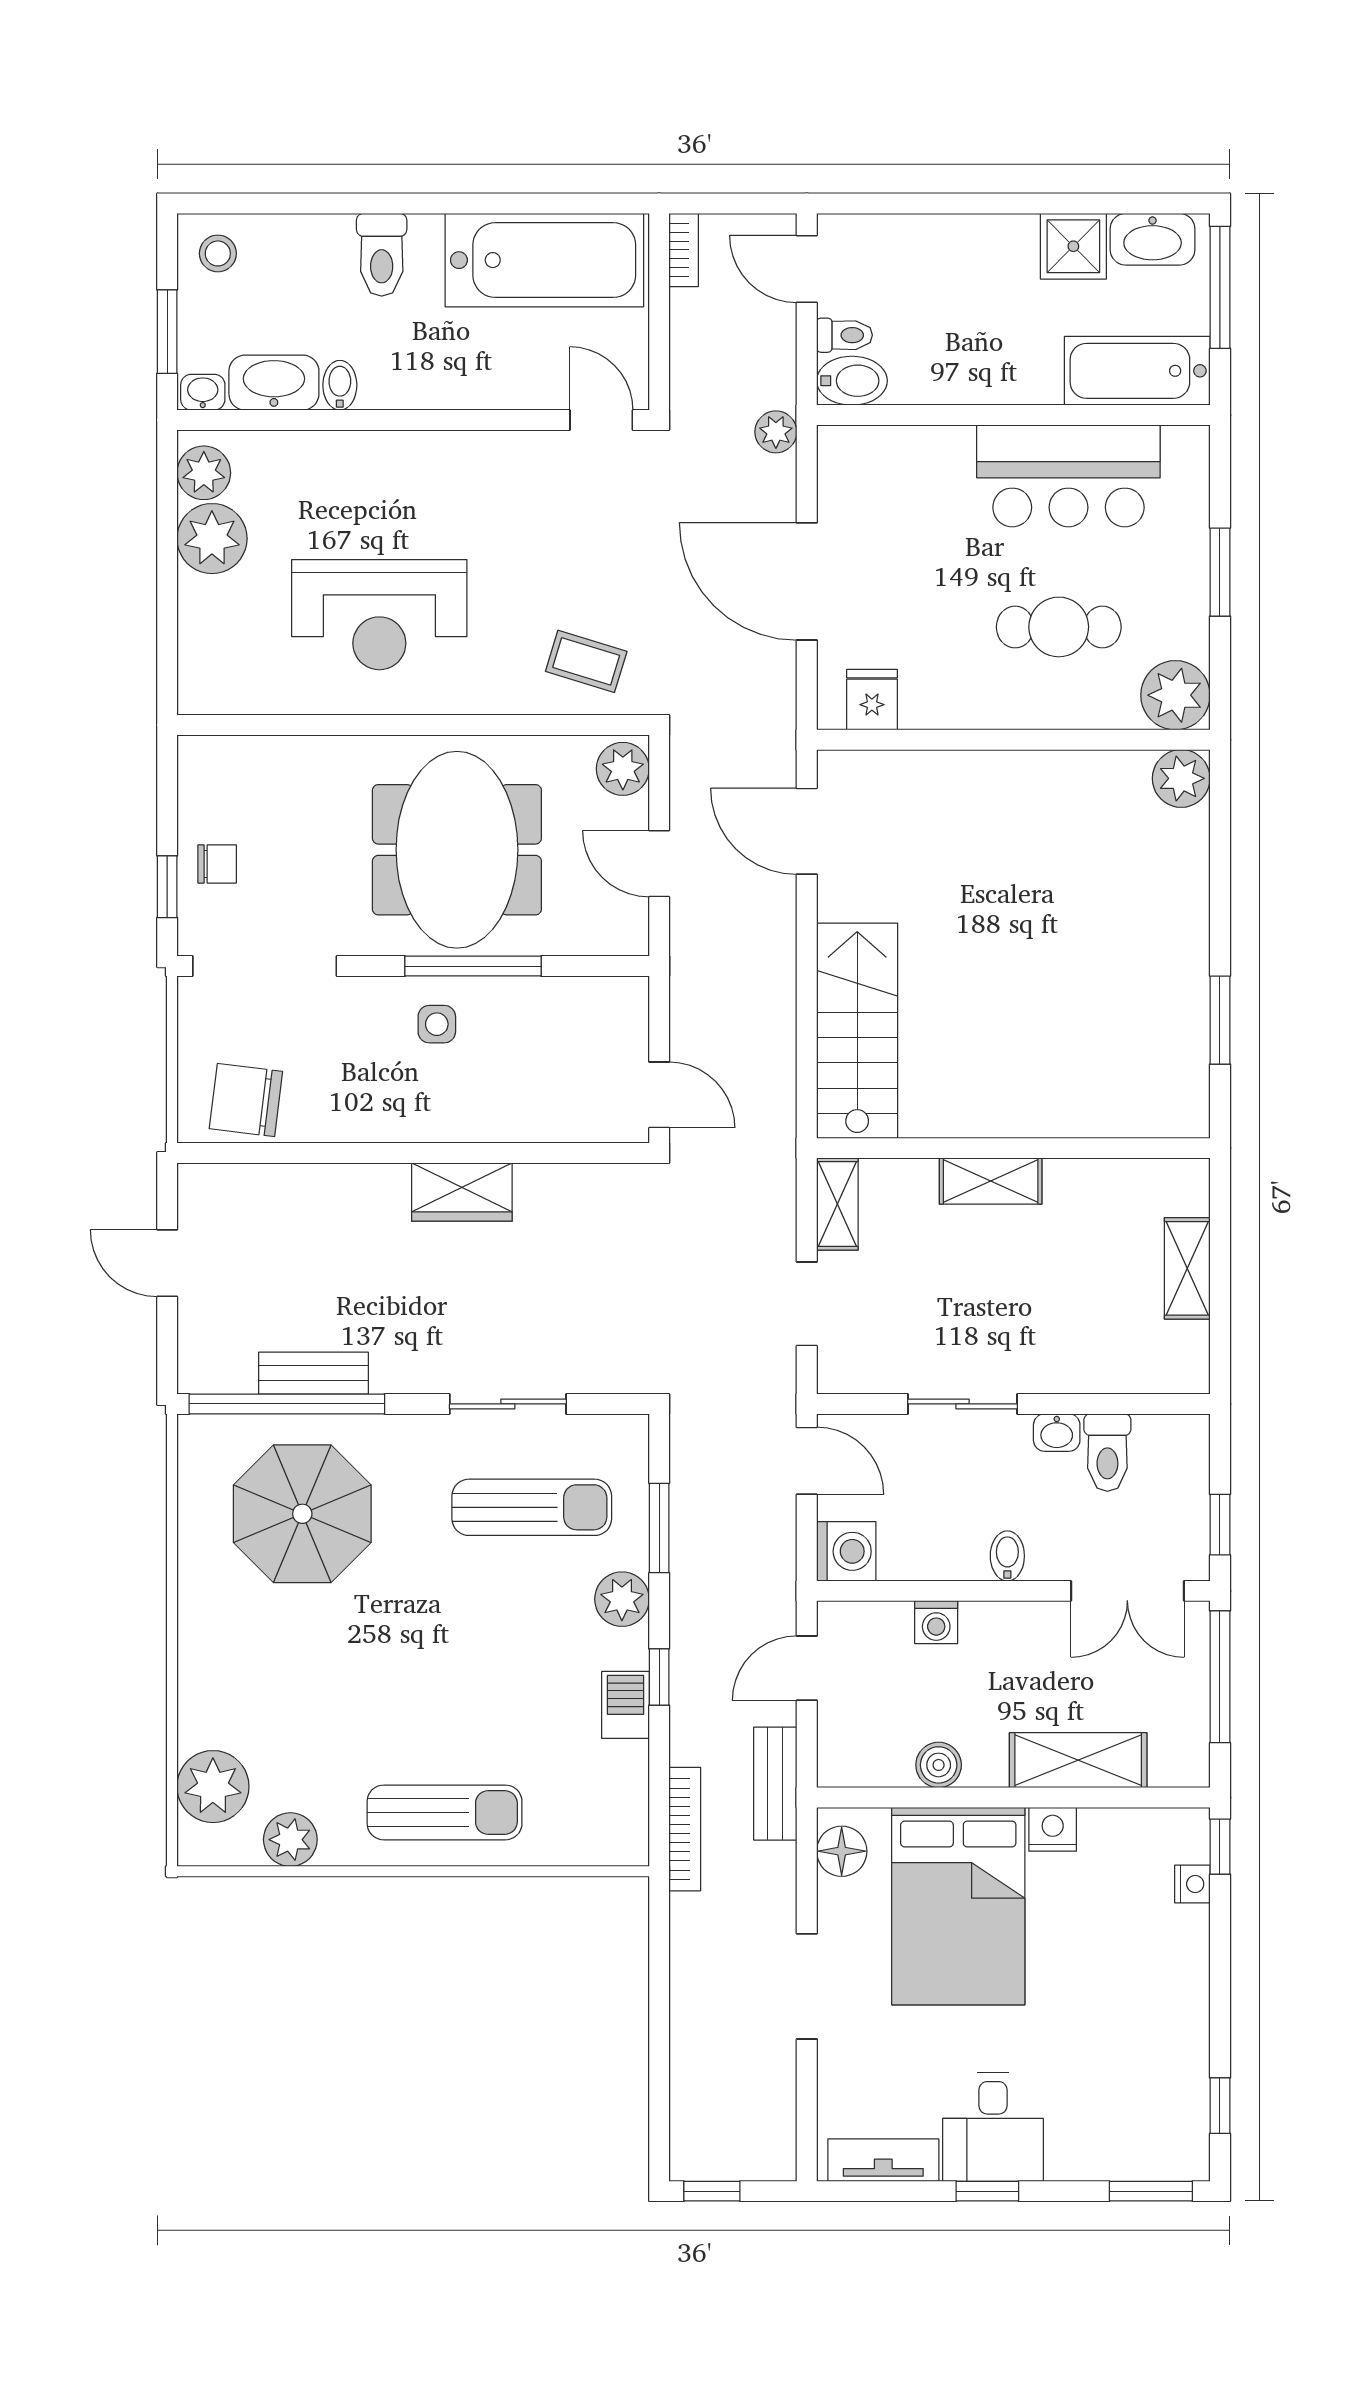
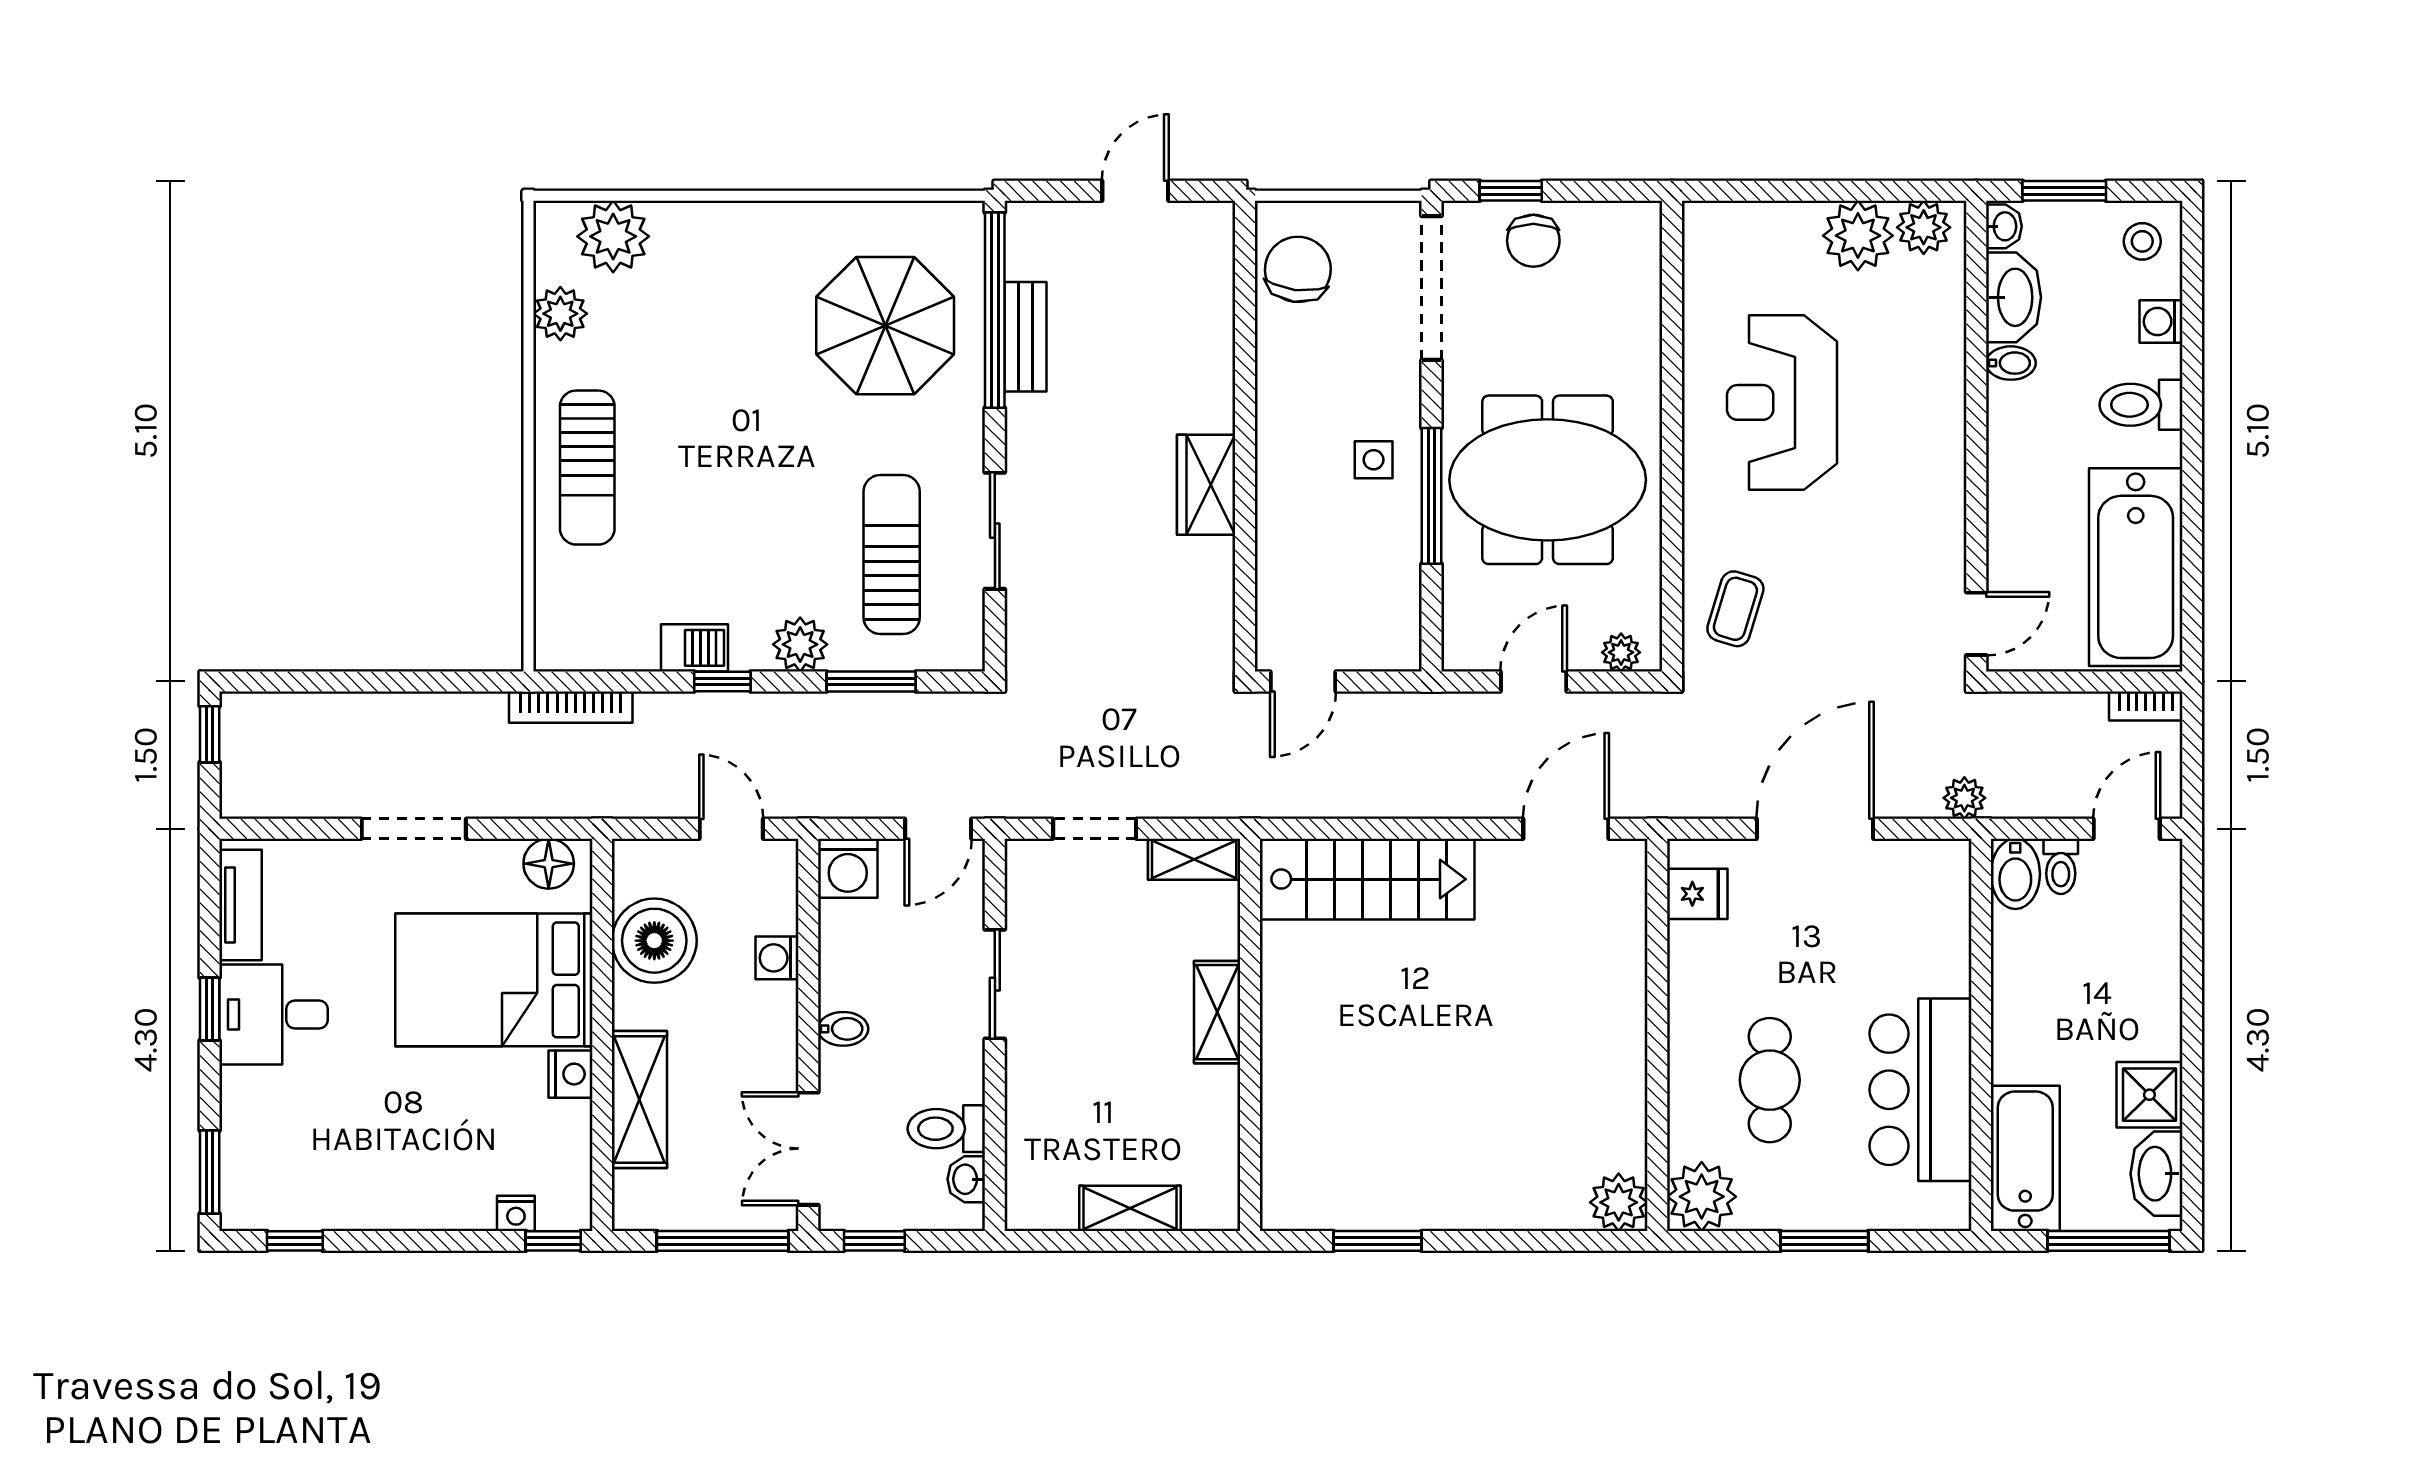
washing machine: (298, 235) -> (2161, 321), added
plant: (623, 769) -> (1621, 652), width x0.73, depth x0.73
chair: (217, 864) -> (1533, 241), width x1.37, depth x1.37
washbasin: (1057, 1433) -> (966, 1179), moved
sun lounger: (532, 1507) -> (892, 554), turned 180
boiler: (939, 1765) -> (654, 941), width x1.86, depth x1.86
bench: (775, 1784) -> (616, 797), removed

